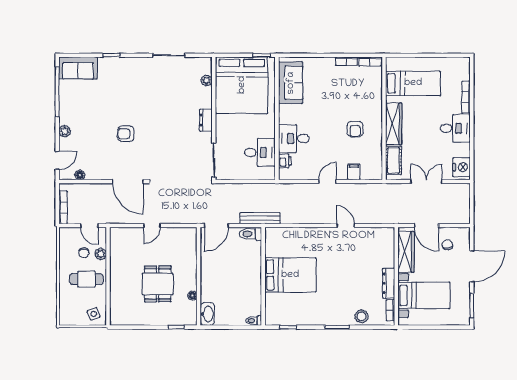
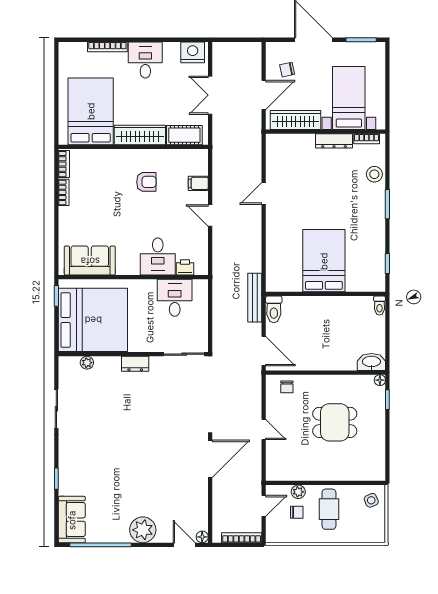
bed: (413, 83) -> (91, 111), width x1.50
plant: (65, 131) -> (143, 530), width x1.87, depth x1.87
armchair: (126, 134) -> (152, 461), removed
floor lamp: (80, 175) -> (202, 537), moved
chair: (187, 245) -> (287, 387), added
floor lamp: (192, 296) -> (380, 380), moved

